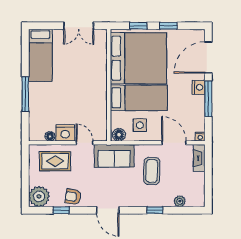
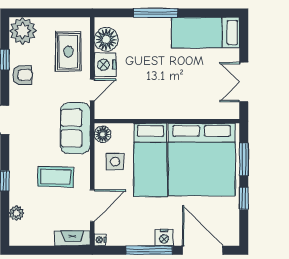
window: (138, 26) -> (244, 159), width x1.50
floor lamp: (50, 136) -> (106, 39), width x1.89, depth x1.89
armchair: (73, 197) -> (22, 75), turned 80

